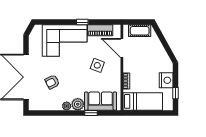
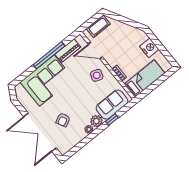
window: (82, 22) -> (49, 55), width x3.17
side table: (97, 65) -> (97, 75), moved
window: (176, 93) -> (164, 52), removed

